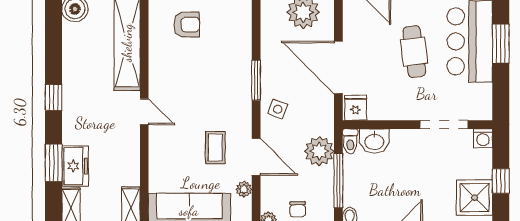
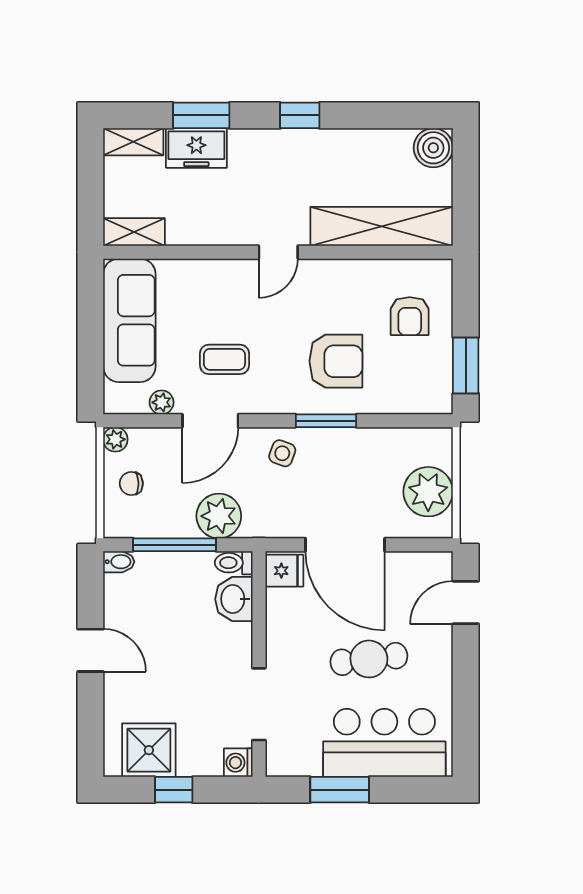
window: (501, 44) -> (340, 790), moved
door: (338, 67) -> (345, 545), swing flipped
armchair: (217, 73) -> (336, 361), added

